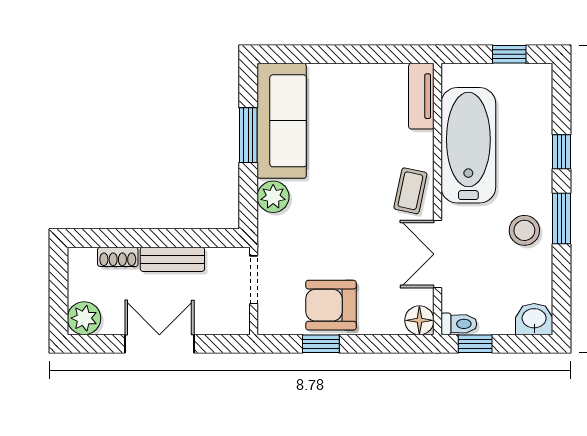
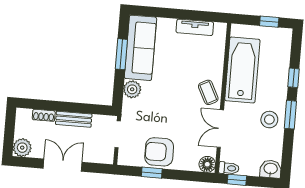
tv unit: (421, 96) -> (195, 27), moved, turned -90
coffee table: (410, 191) -> (208, 92), turned -39

